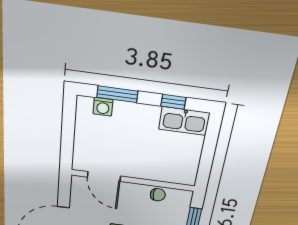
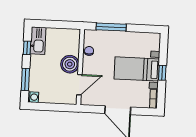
washing machine: (103, 107) -> (33, 97), moved
boiler: (139, 166) -> (70, 64), added

